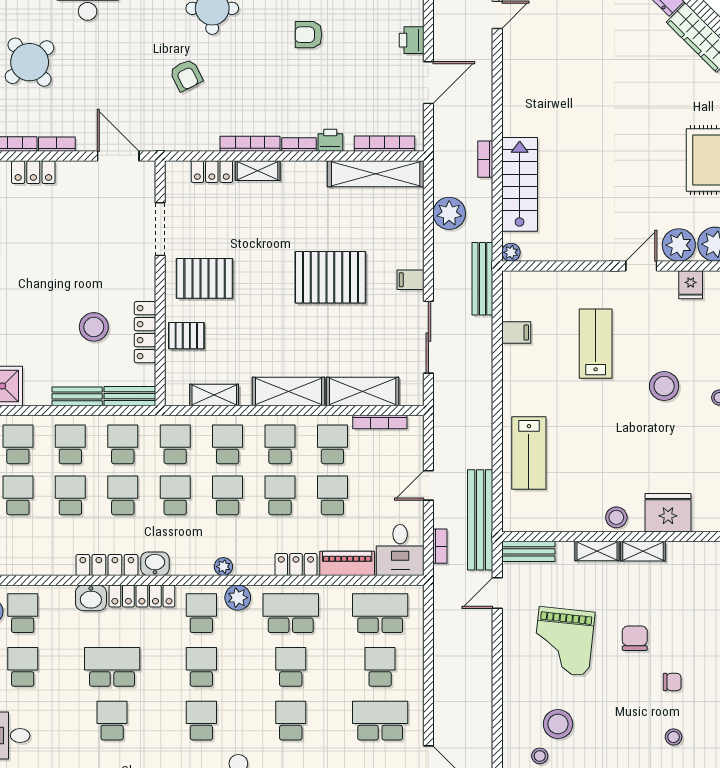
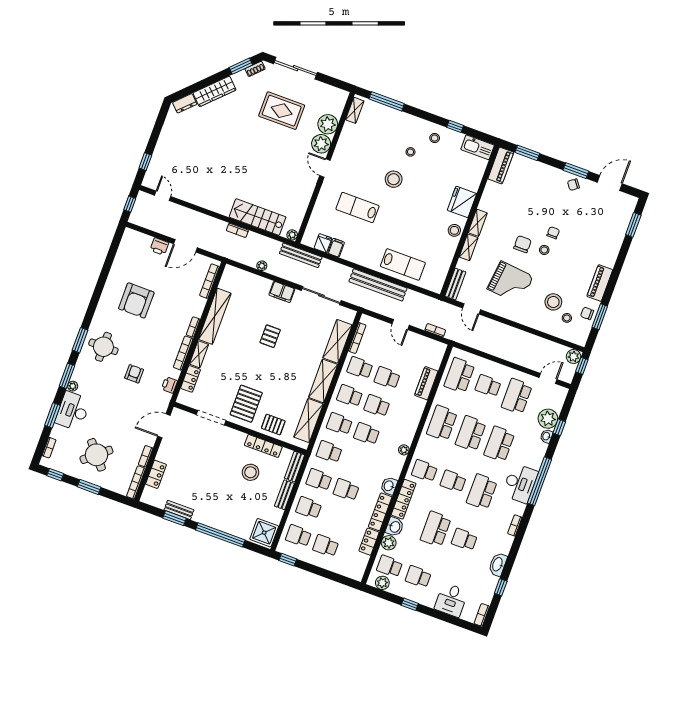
armchair: (308, 35) -> (136, 300), width x1.88, depth x1.88
armchair: (186, 75) -> (134, 374), turned -63
door: (428, 83) -> (185, 246), swing flipped
printer: (330, 140) -> (169, 385), moved
shelving: (376, 174) -> (215, 316), moved
plant: (449, 213) -> (262, 266), width x0.53, depth x0.53
pallet: (330, 277) -> (270, 336), width x0.49, depth x0.50
filing cabinet: (411, 280) -> (282, 292), width x2.00
fridge: (691, 285) -> (323, 243), moved, turned -90
pallet: (186, 336) -> (273, 425), turned 90
shelving: (214, 395) -> (308, 421), width x1.50, depth x1.33
school desk: (70, 495) -> (336, 518), removed
school desk: (175, 495) -> (356, 462), removed
bench: (480, 520) -> (378, 285), moved
desk: (400, 550) -> (430, 352), removed
locker: (296, 565) -> (369, 542), moved
plant: (238, 598) -> (389, 543), moved
chair: (635, 638) -> (522, 244), turned 90
school desk: (291, 667) -> (471, 434), width x1.85
school desk: (201, 721) -> (482, 492), width x1.85
school desk: (291, 721) -> (499, 444), width x1.85
stool: (674, 737) -> (544, 250), moved

